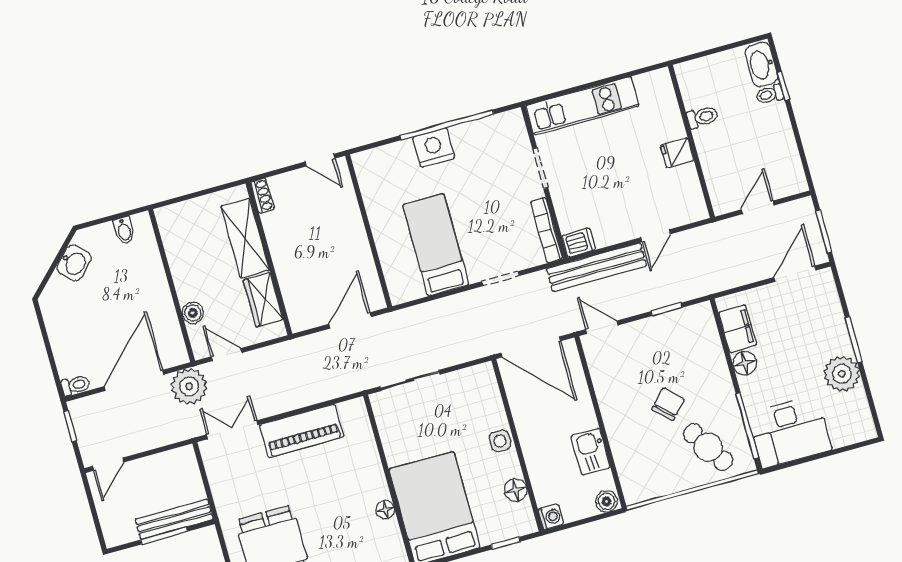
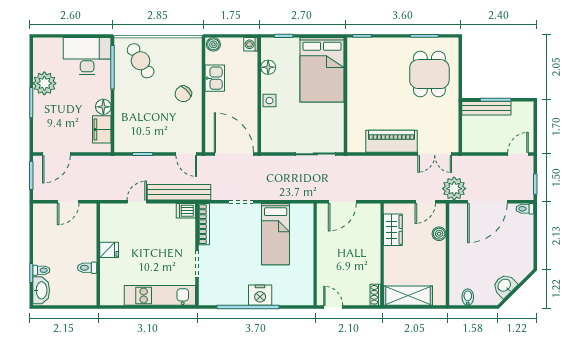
shelving: (245, 238) -> (408, 296), moved, turned 90
door: (227, 355) -> (425, 202), hinge flipped
chair: (668, 404) -> (183, 94), moved
floor lamp: (385, 510) -> (353, 78), removed

